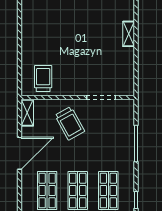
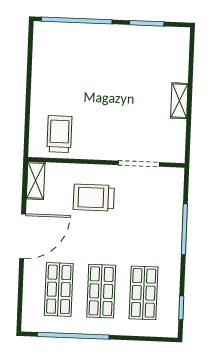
shelving: (129, 34) -> (179, 101), moved
trolley: (70, 123) -> (94, 198), turned 119

